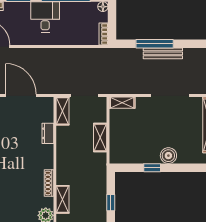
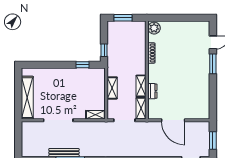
boiler: (168, 156) -> (60, 74), removed
window: (152, 168) -> (82, 65), moved
shelving: (63, 199) -> (141, 86), moved
window: (111, 203) -> (104, 50), moved

